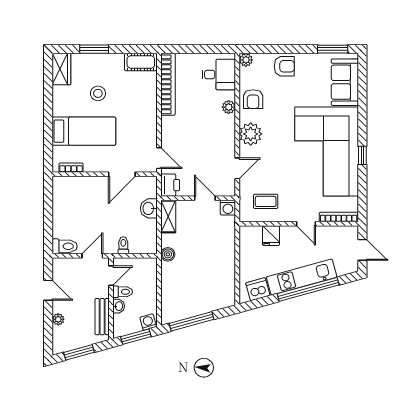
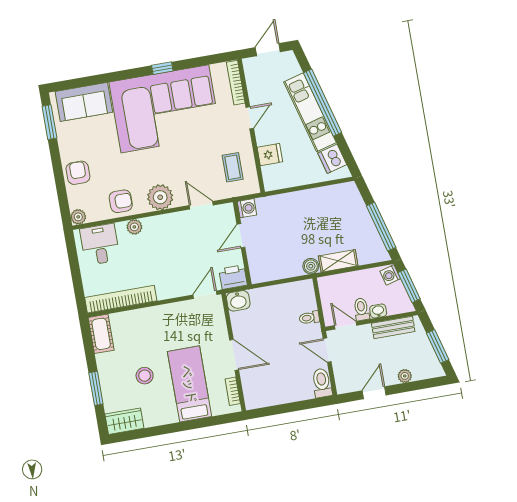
door: (122, 174) -> (234, 355), moved
washbasin: (149, 208) -> (238, 301), moved
shelving: (168, 217) -> (338, 261), moved

